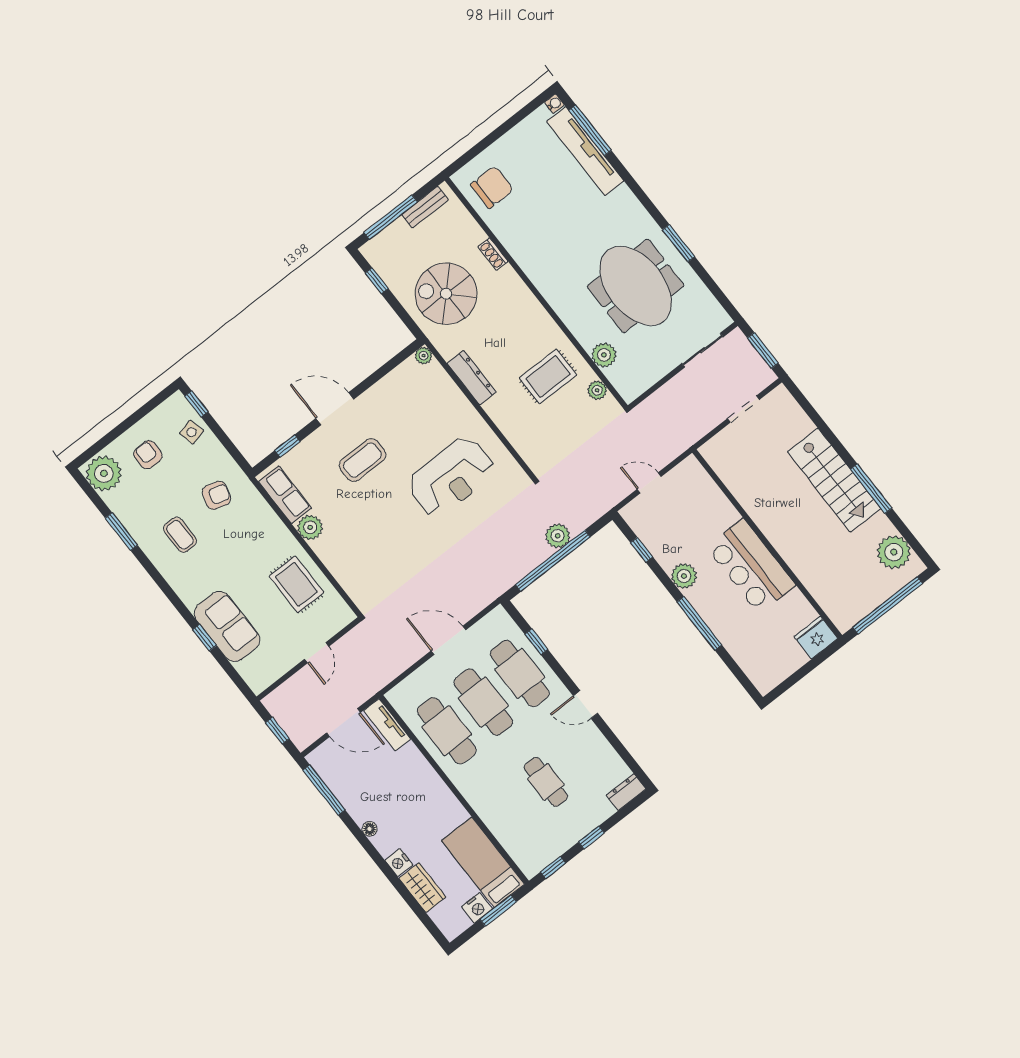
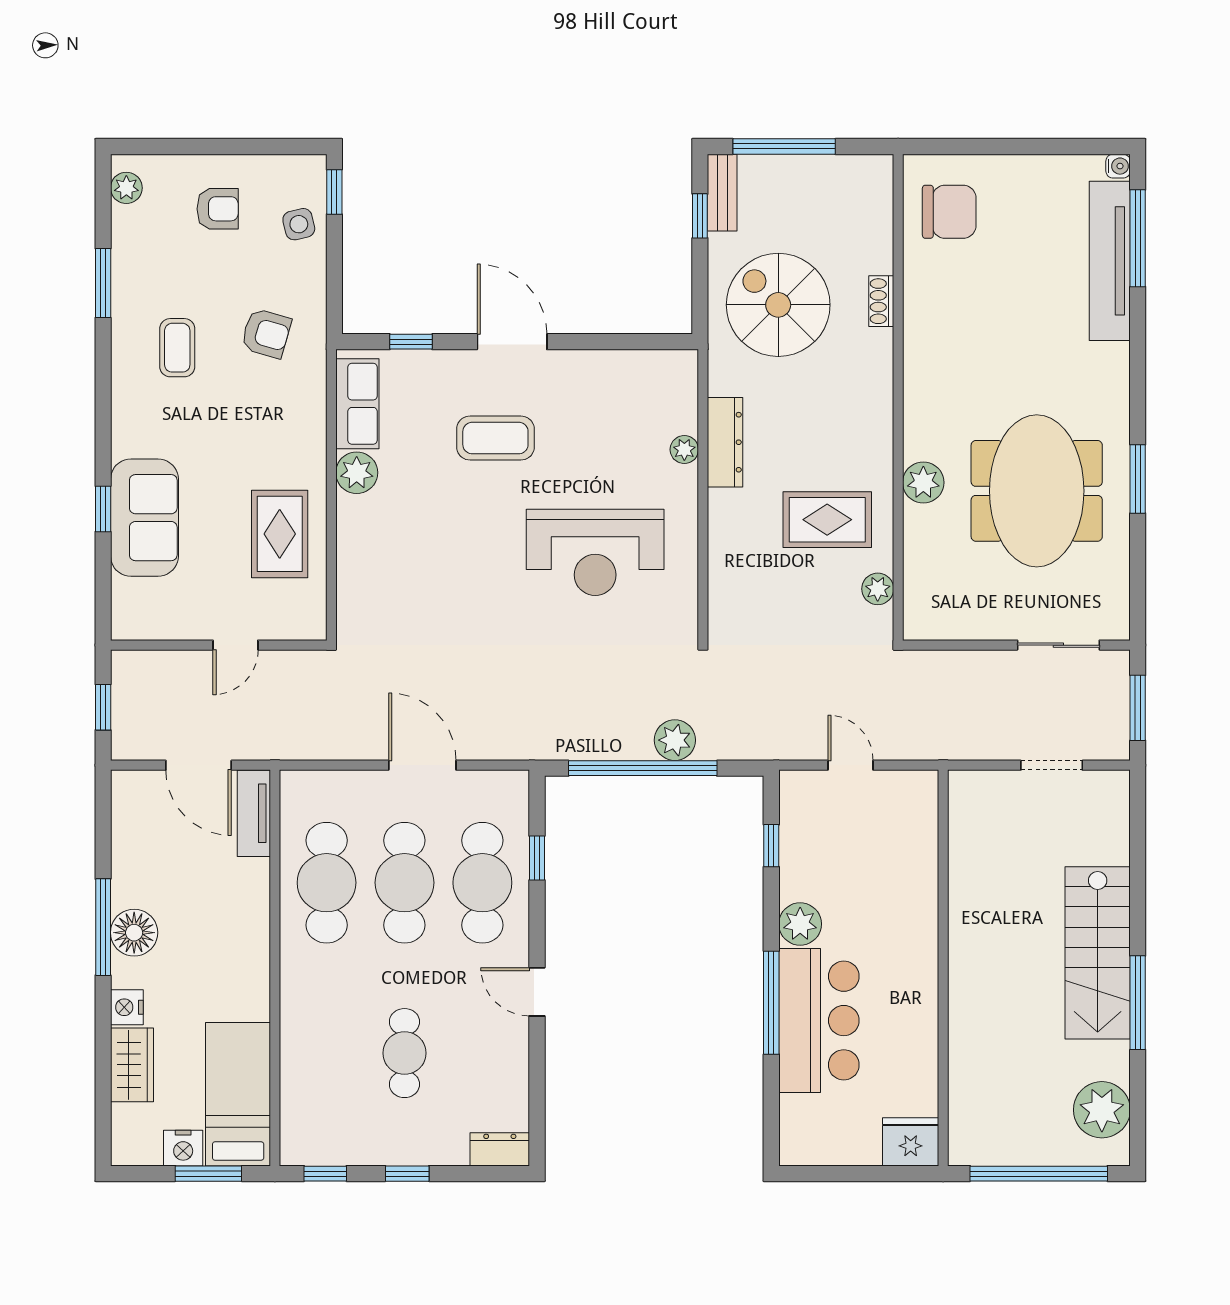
bench: (425, 207) -> (722, 193), moved, turned 90
plant: (604, 355) -> (923, 483), moved
plant: (424, 356) -> (684, 450), moved
armchair: (148, 455) -> (218, 209), turned 90
plant: (104, 473) -> (126, 188), width x0.53, depth x0.53
bar counter: (751, 566) -> (819, 1021), moved, turned 180
window: (324, 790) -> (103, 927), moved
floor lamp: (370, 829) -> (134, 933), width x1.89, depth x1.89

